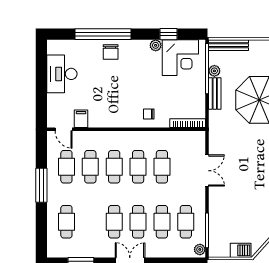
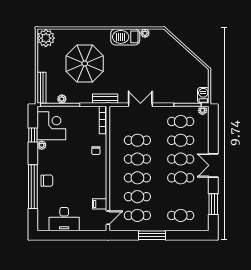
bench: (215, 94) -> (105, 99), moved
barbecue: (241, 250) -> (203, 95), moved

